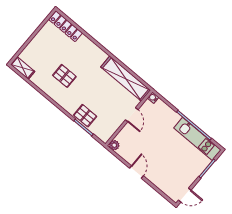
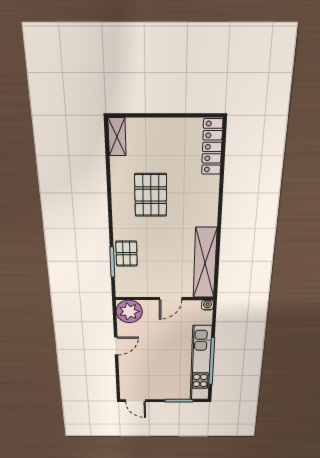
pallet: (64, 76) -> (151, 195), width x1.50, depth x1.42
kitchen unit: (197, 139) -> (201, 364), width x1.36
plant: (114, 145) -> (129, 311), width x1.87, depth x1.87

